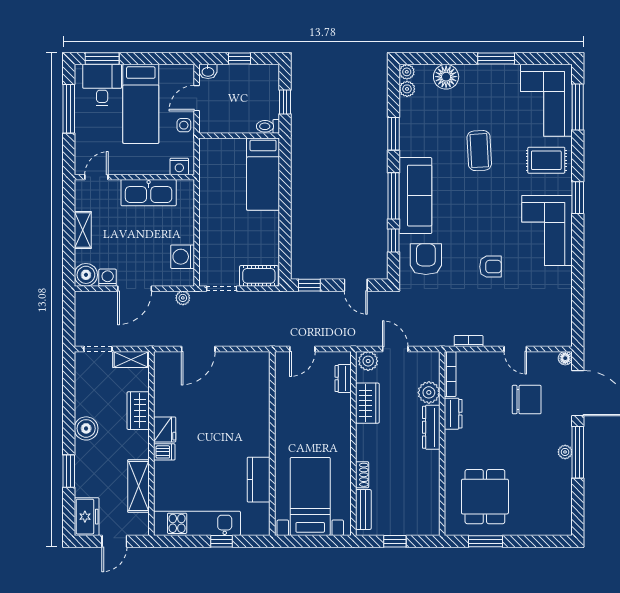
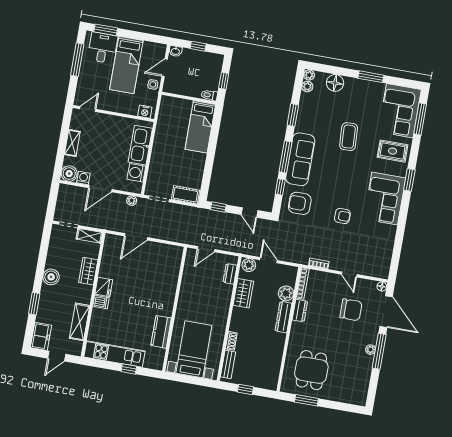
kitchen sink: (149, 193) -> (140, 145), moved, turned 90
armchair: (426, 259) -> (300, 203), turned -90

